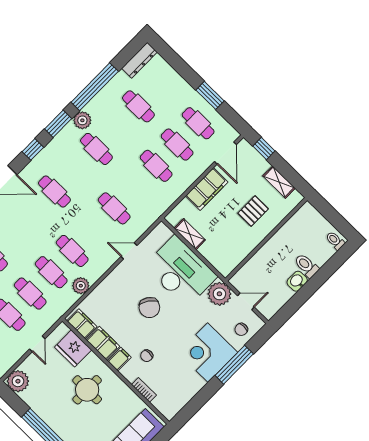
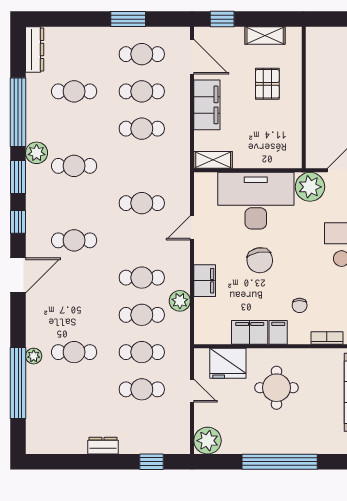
shelving: (190, 234) -> (213, 160), moved
chair: (149, 308) -> (260, 260), turned 44
filing cabinet: (82, 324) -> (205, 281), moved, turned 90

